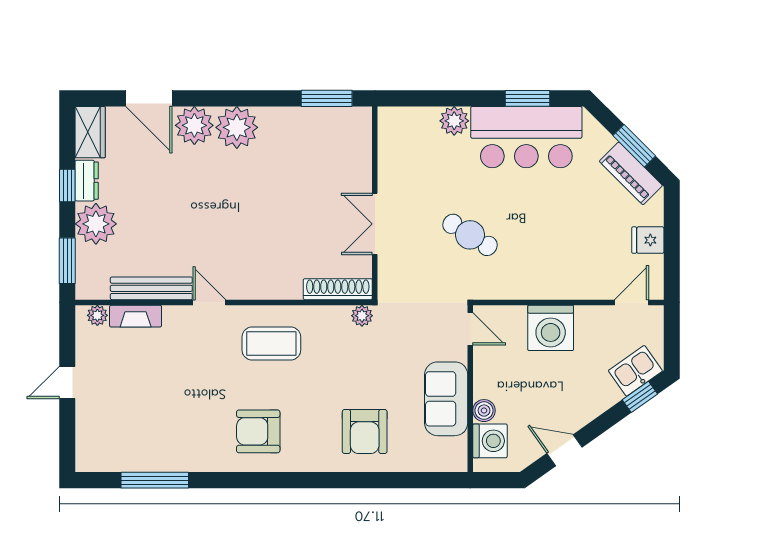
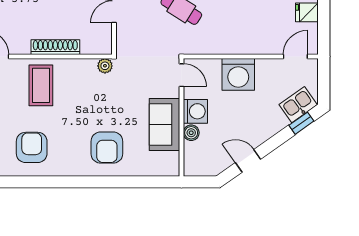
shoe rack: (338, 289) -> (55, 47), moved
coffee table: (271, 344) -> (41, 85), turned 90
armchair: (258, 431) -> (32, 147), turned 90
washing machine: (490, 441) -> (195, 111), moved

